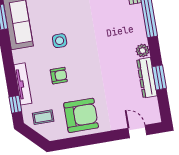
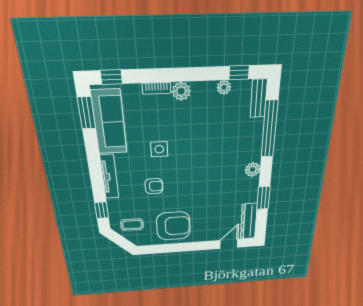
dresser: (147, 78) -> (249, 221), moved
tv unit: (23, 84) -> (109, 177), moved
door: (137, 132) -> (229, 244), hinge flipped

